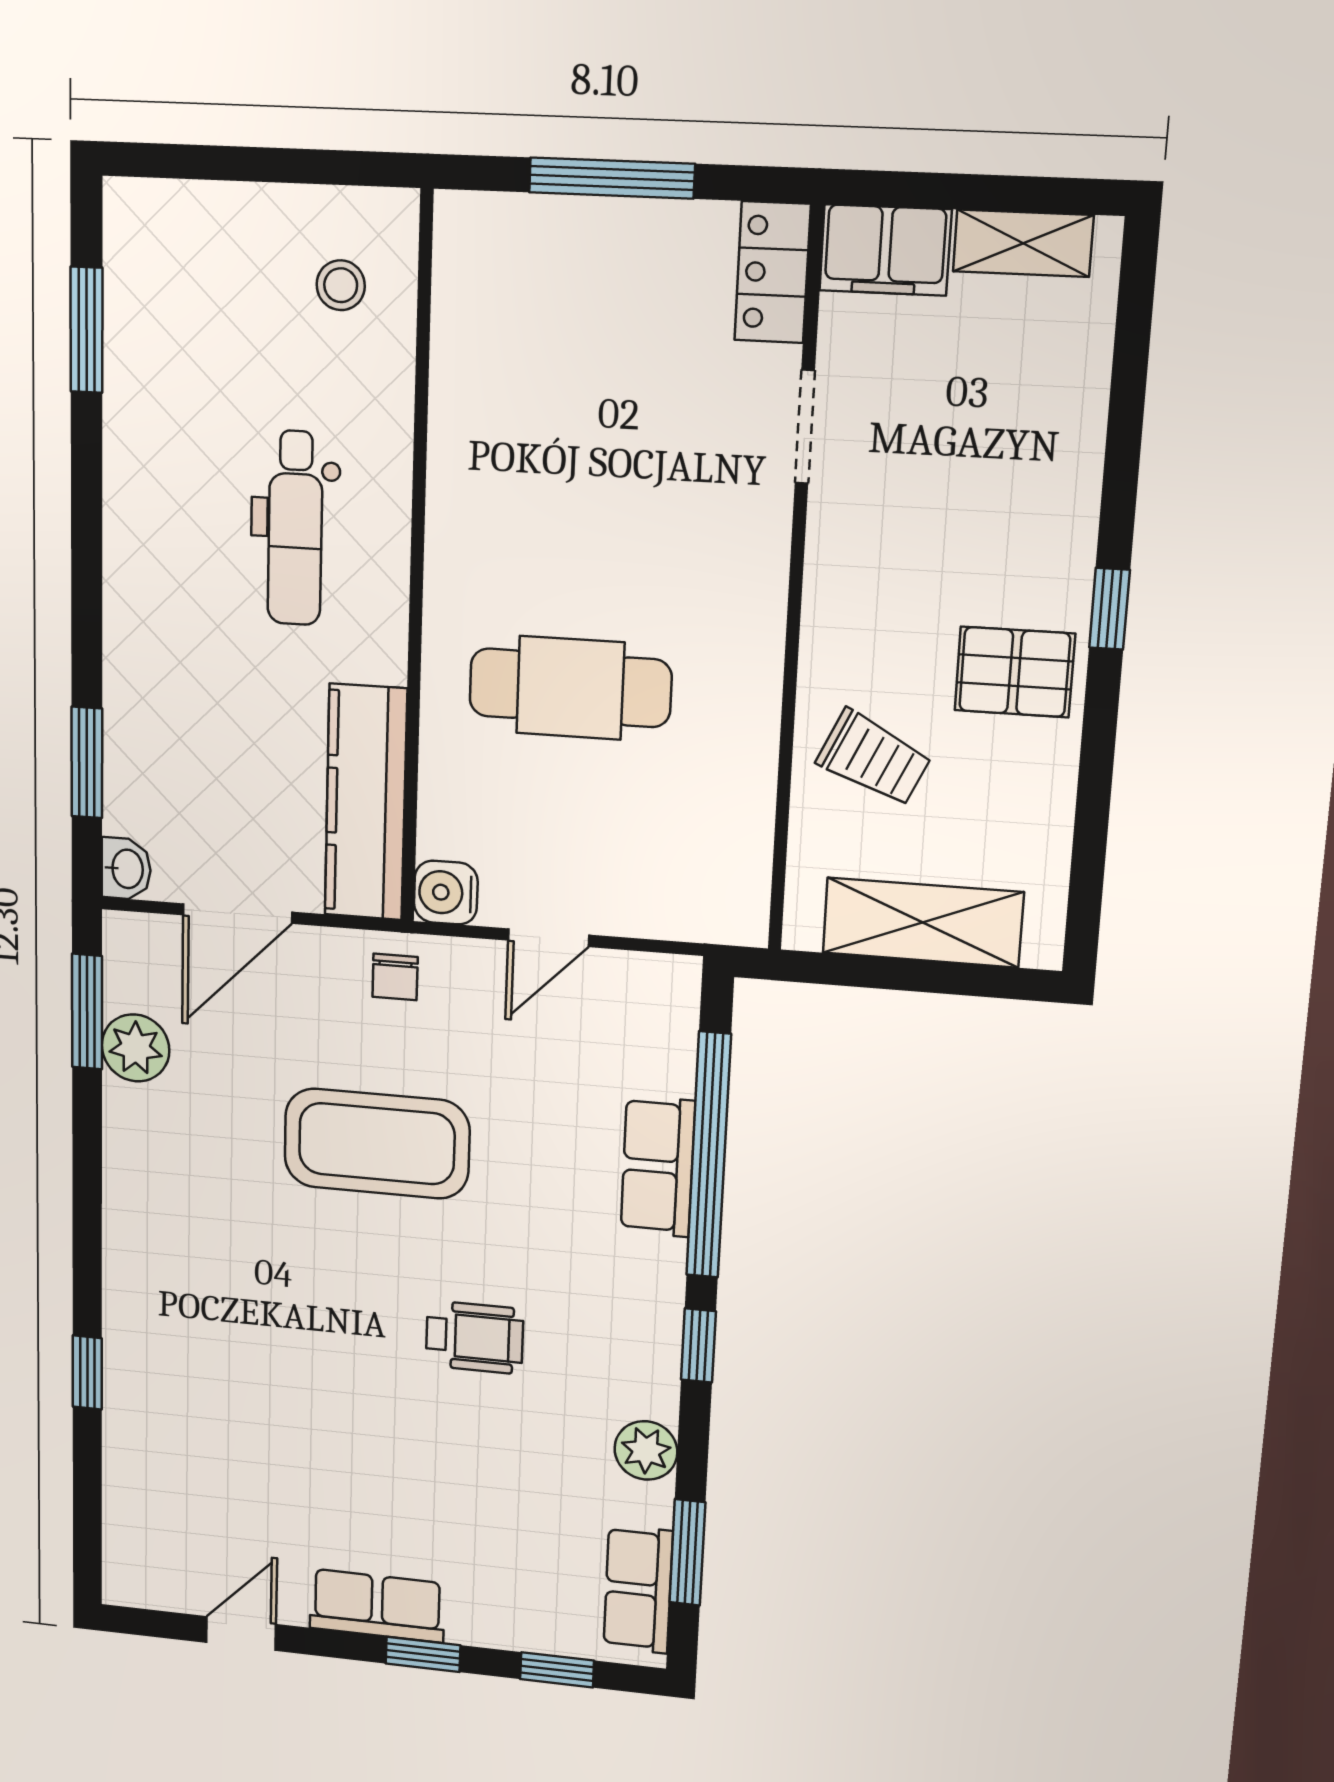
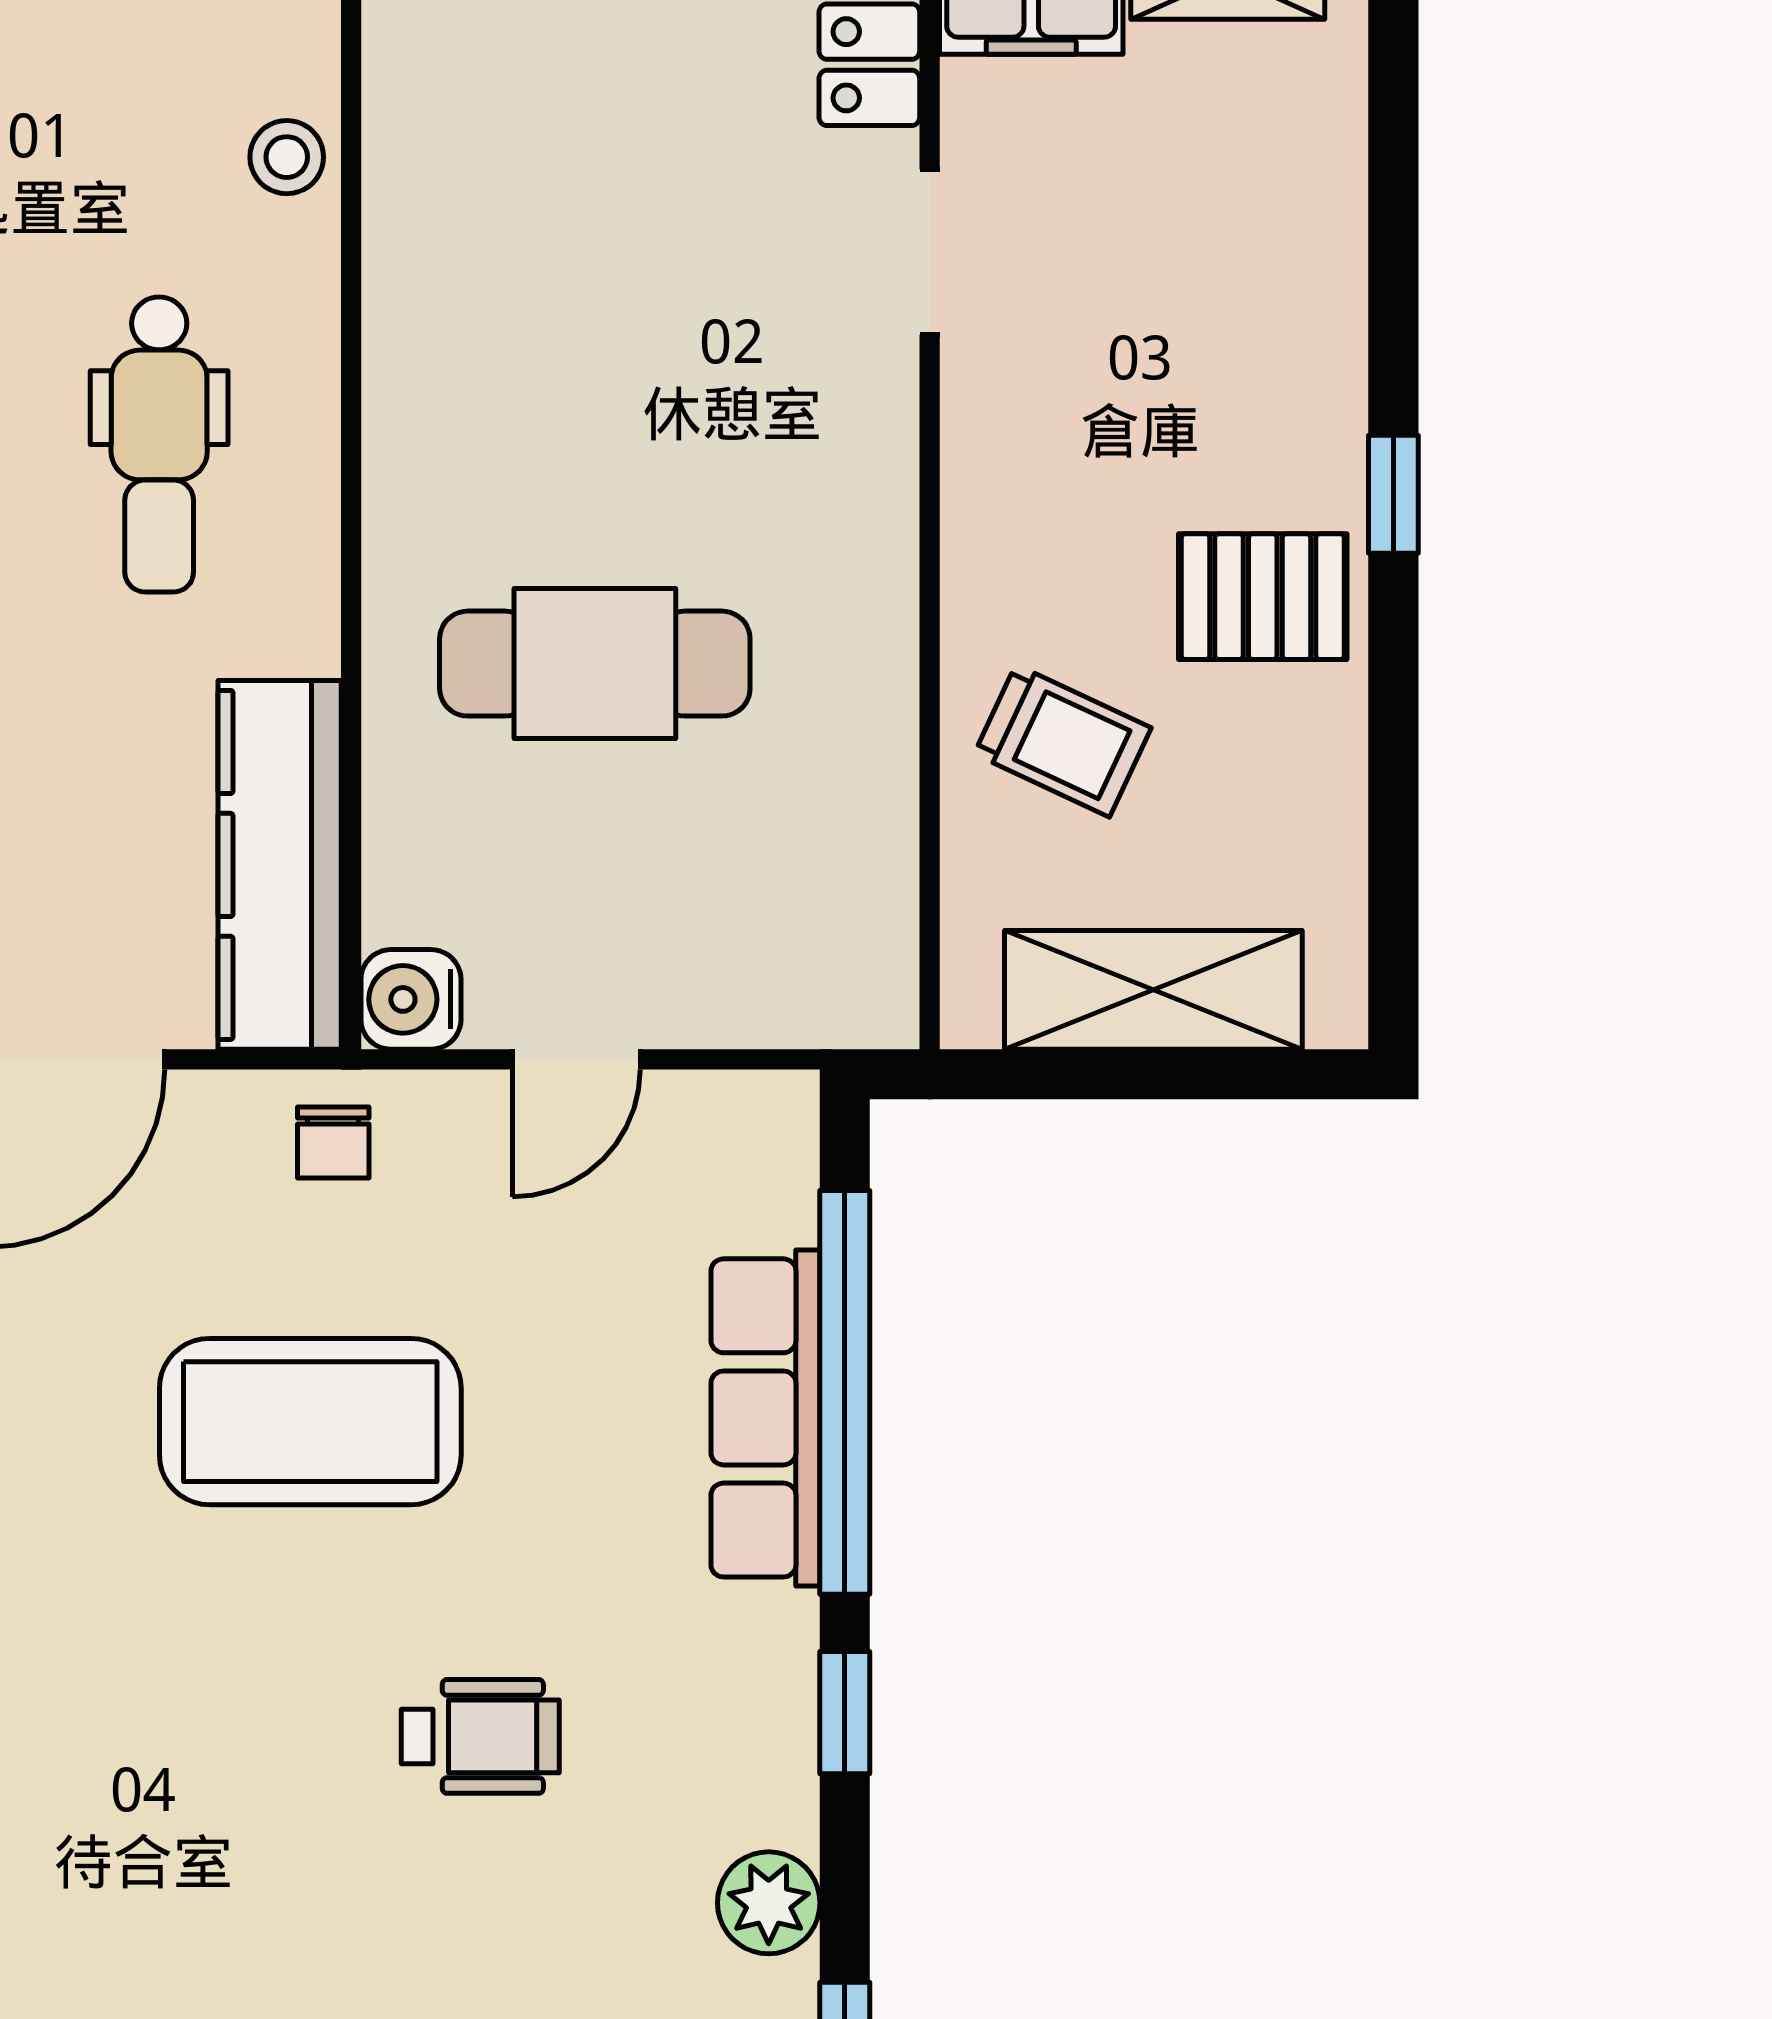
stool: (341, 285) -> (287, 157), moved
row of seats: (658, 1166) -> (765, 1418), width x1.48

